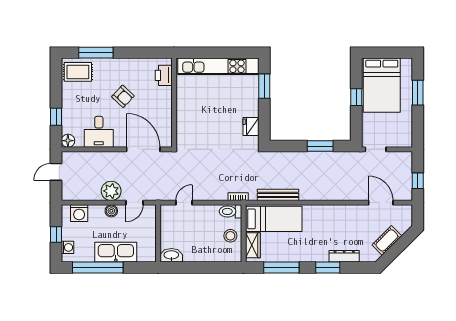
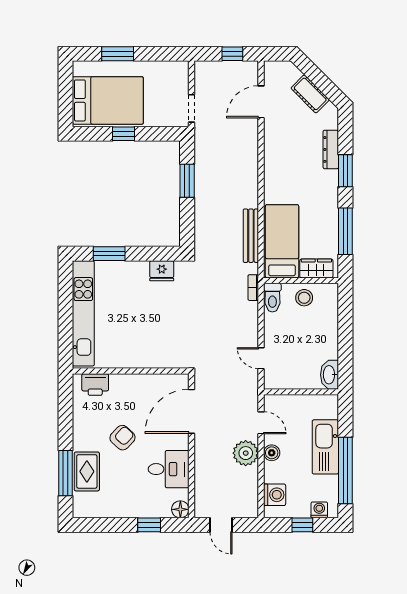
rug: (78, 72) -> (87, 471), moved

